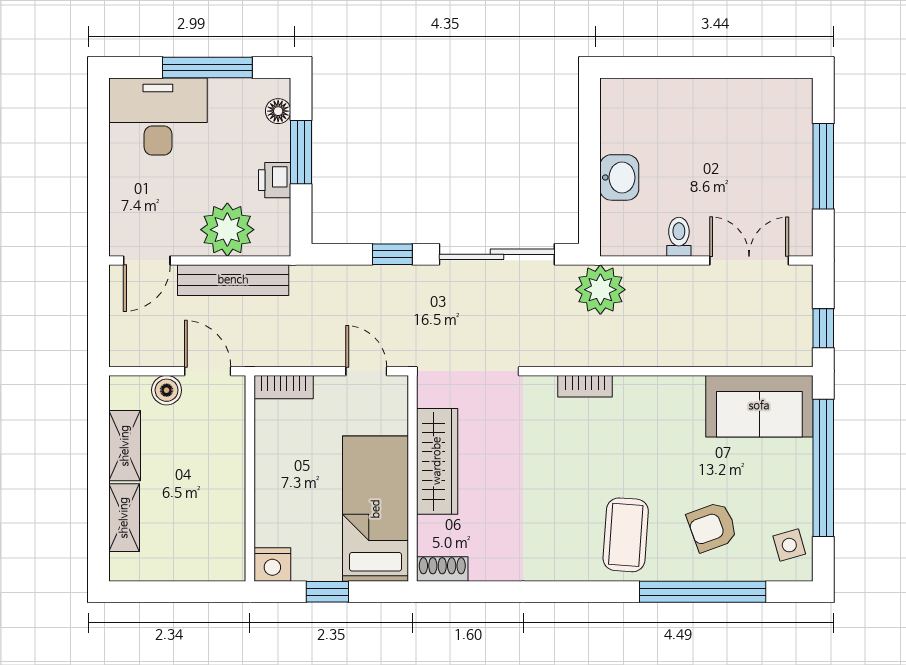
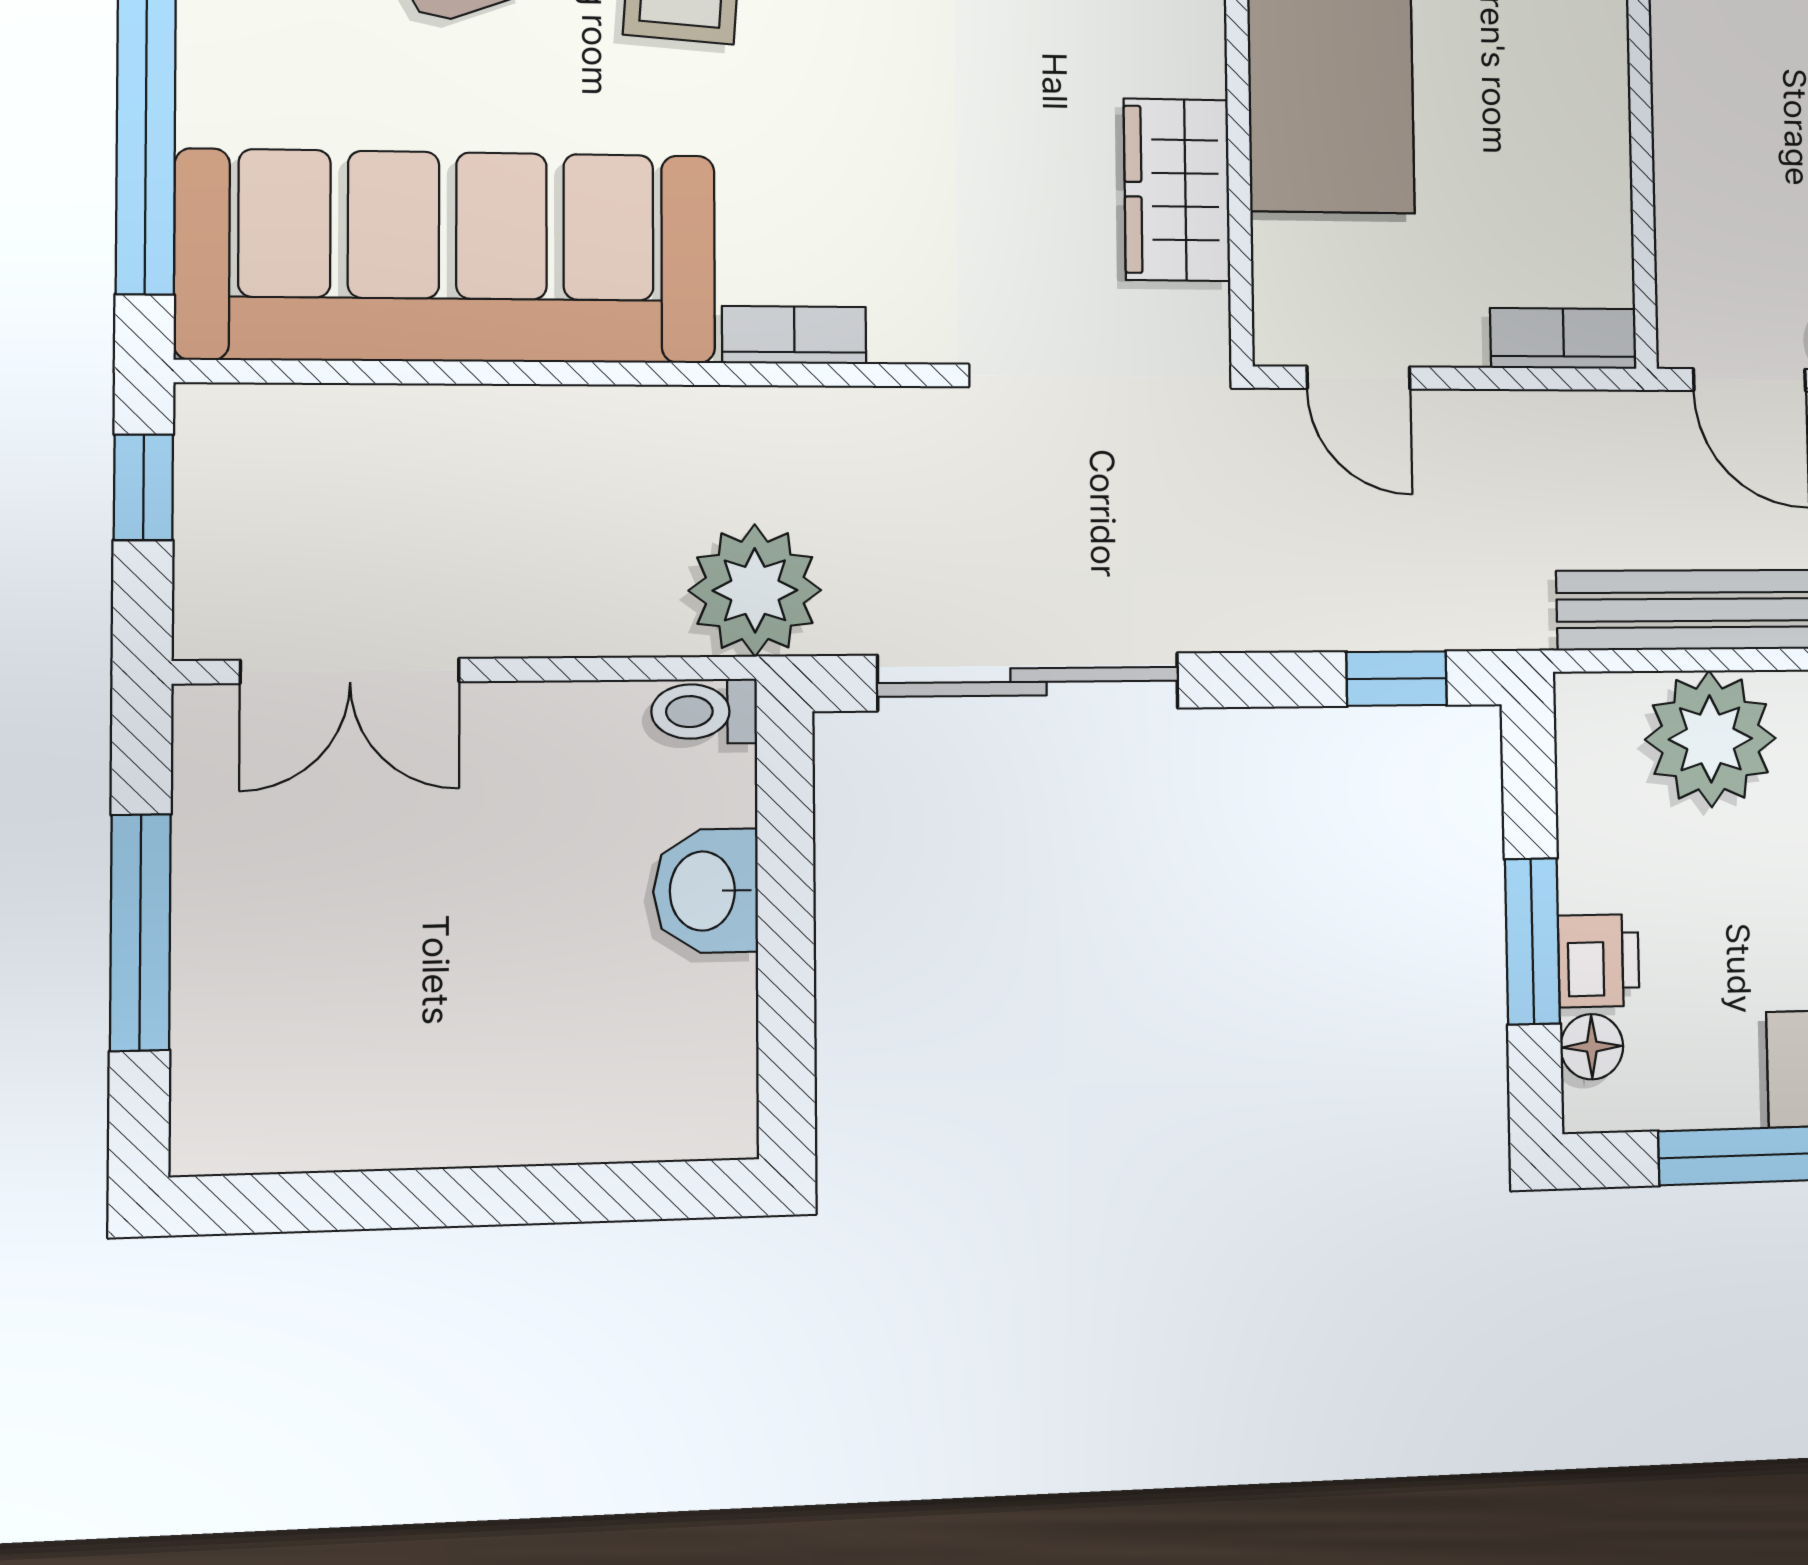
printer: (275, 180) -> (1599, 961), moved
toilet: (679, 237) -> (704, 711), moved, turned 90
window: (392, 254) -> (1397, 679), moved
sofa: (759, 406) -> (448, 257), width x1.85, depth x1.27
wardrobe: (437, 461) -> (1177, 190), width x0.67

